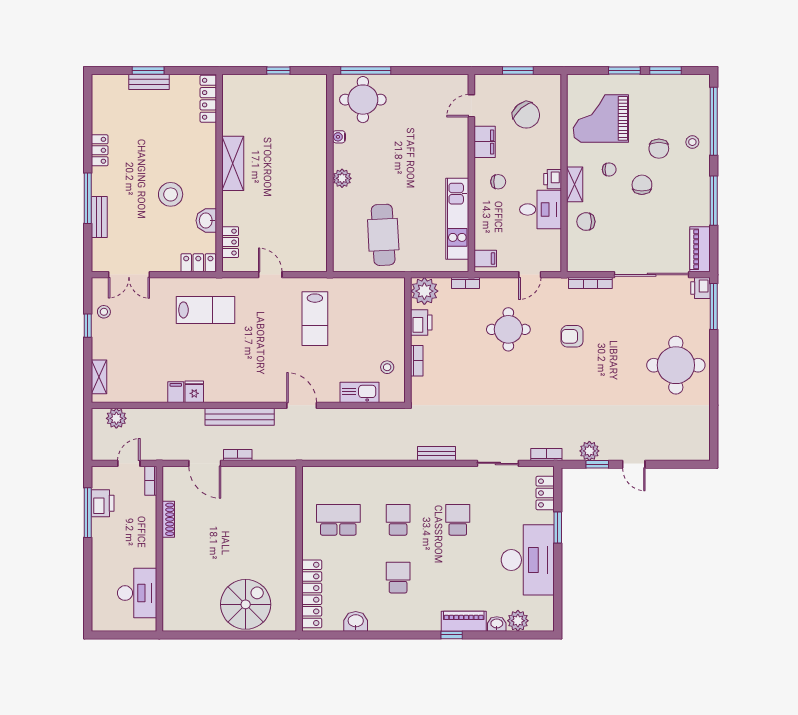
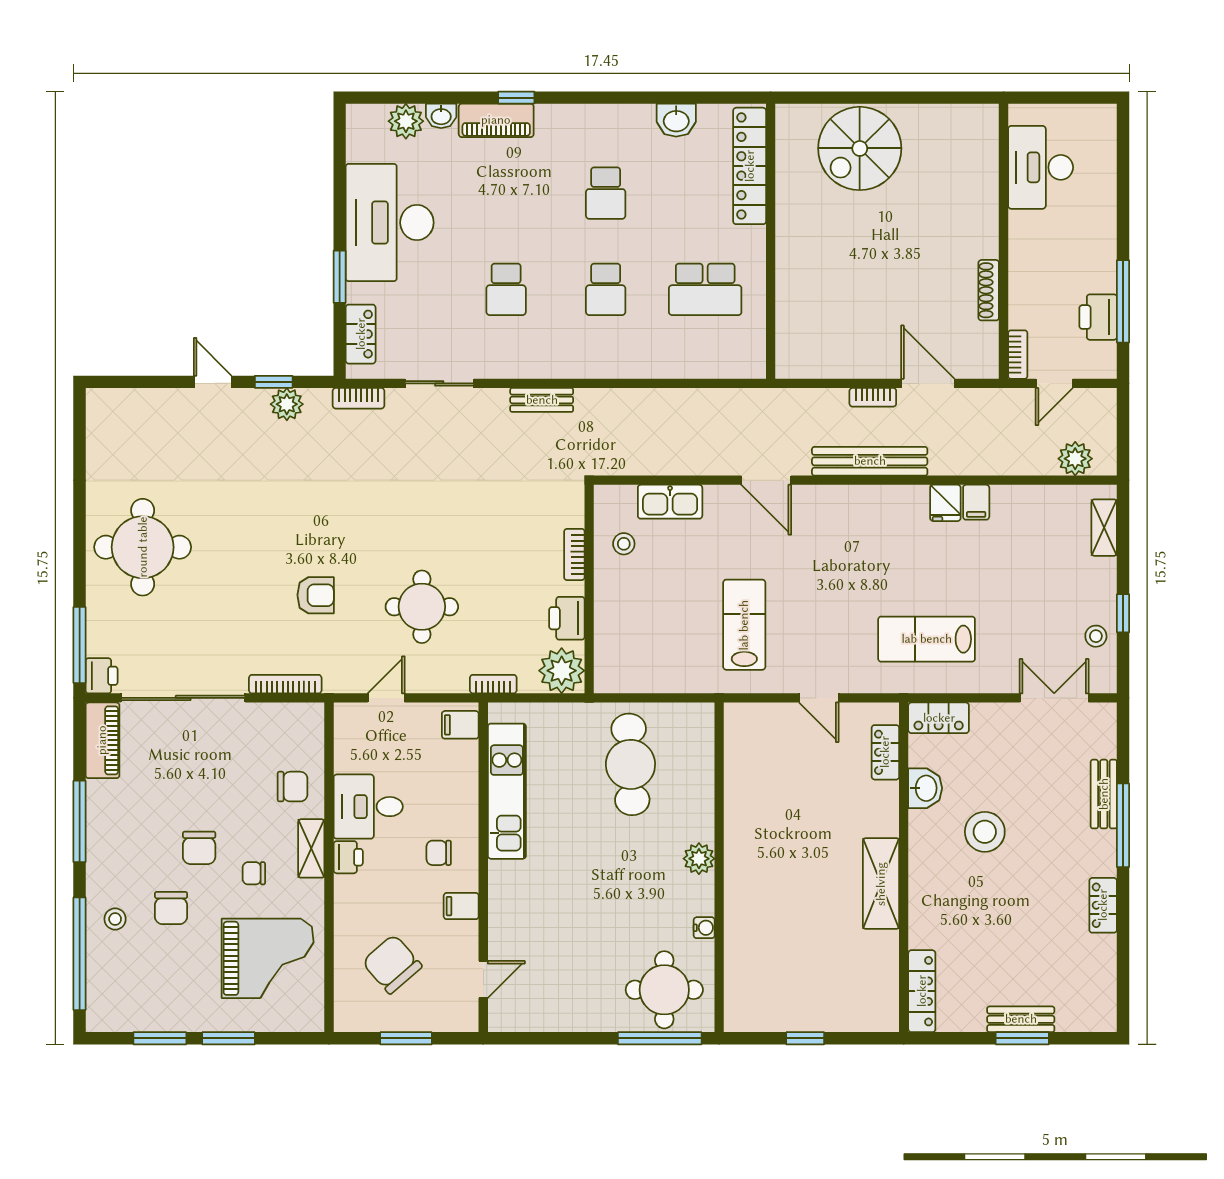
filing cabinet: (485, 142) -> (461, 906), width x0.50
chair: (659, 149) -> (171, 908), turned 180

